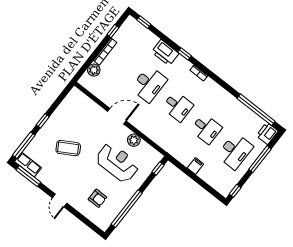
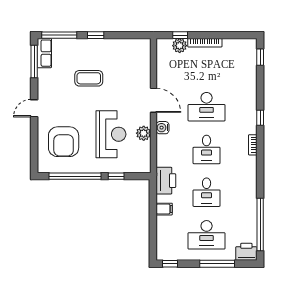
window: (113, 31) -> (180, 35), moved
printer: (165, 53) -> (166, 181), moved, turned 180
water cooler: (140, 125) -> (163, 128), added
coffee table: (68, 148) -> (89, 78), turned -60
window: (158, 169) -> (116, 176), moved
armchair: (98, 198) -> (64, 142), width x1.88, depth x1.88

